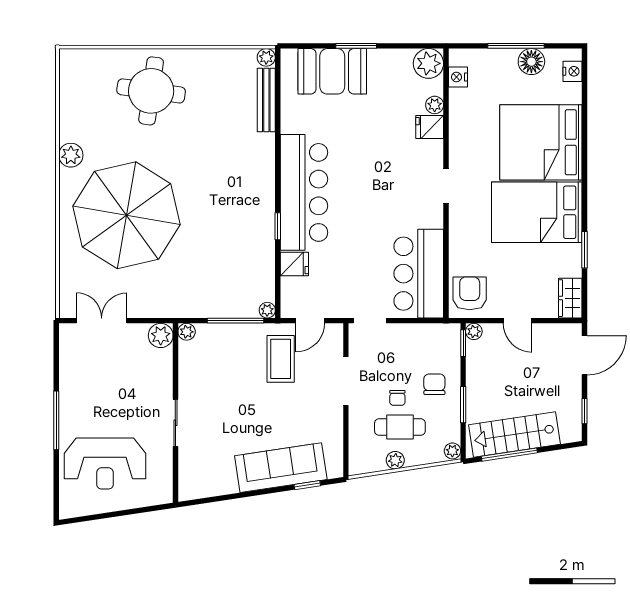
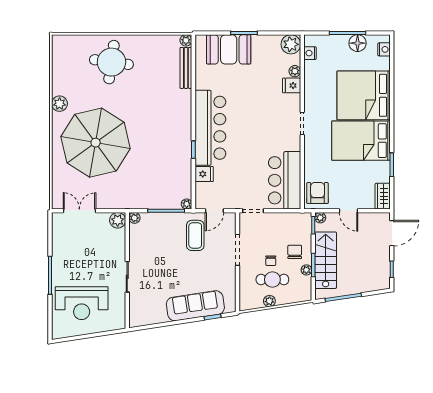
stairs: (514, 434) -> (326, 260), moved, turned 99
plant: (452, 451) -> (306, 270), moved

